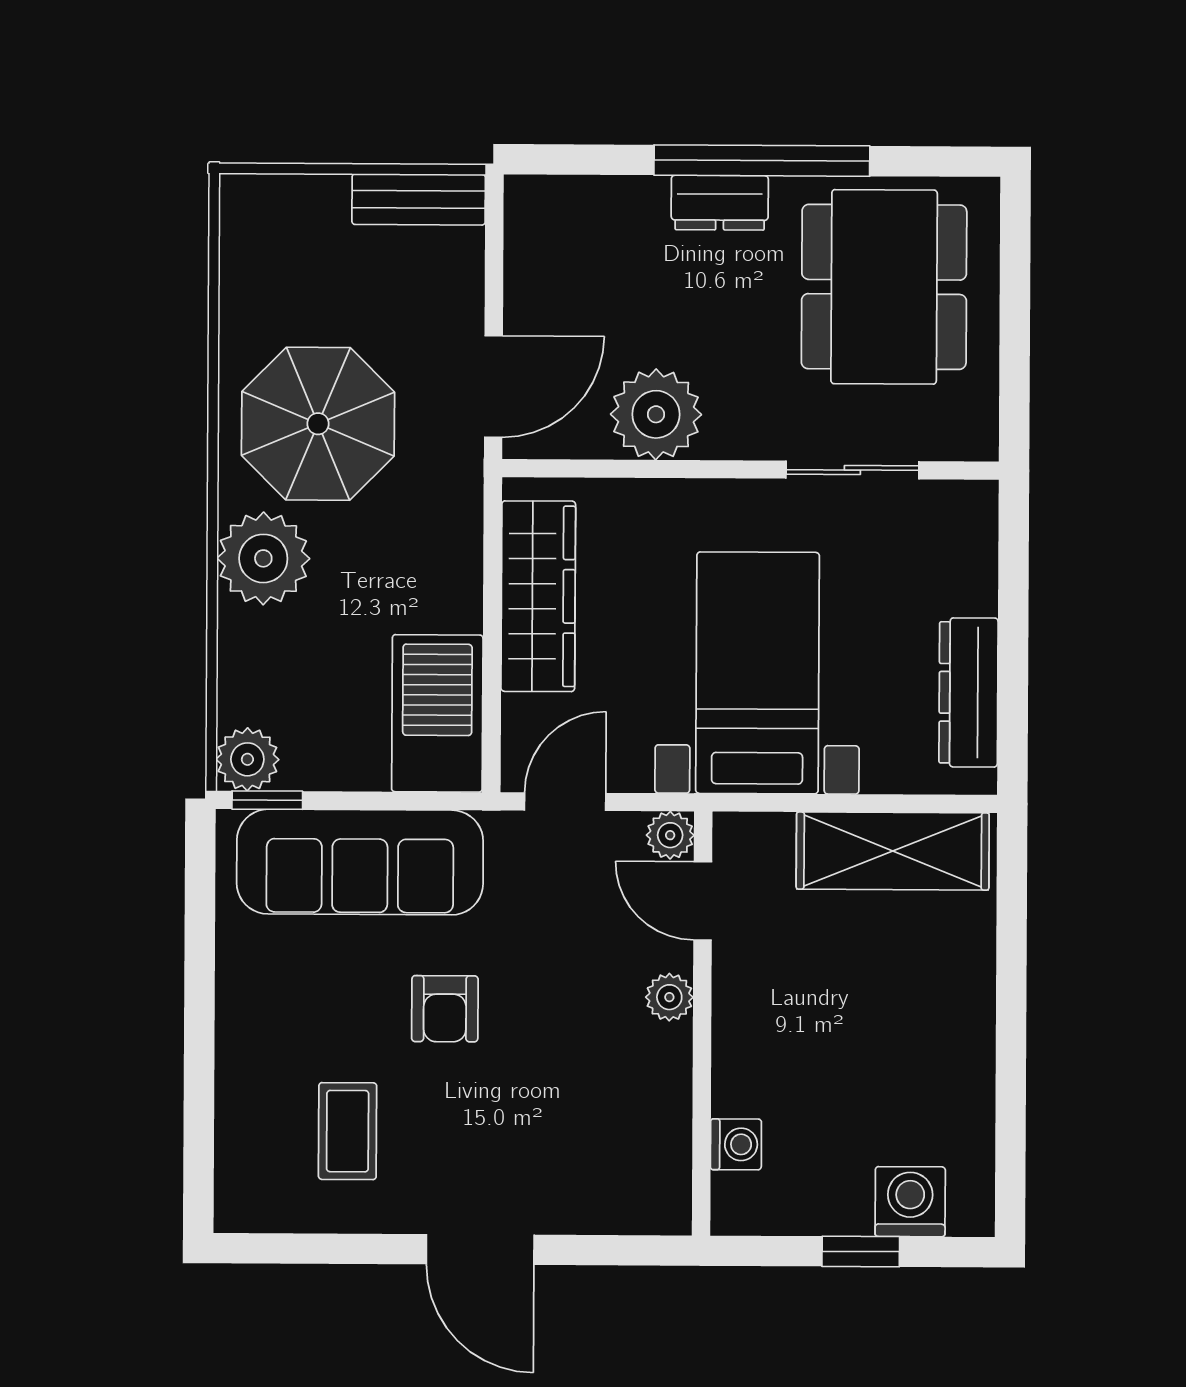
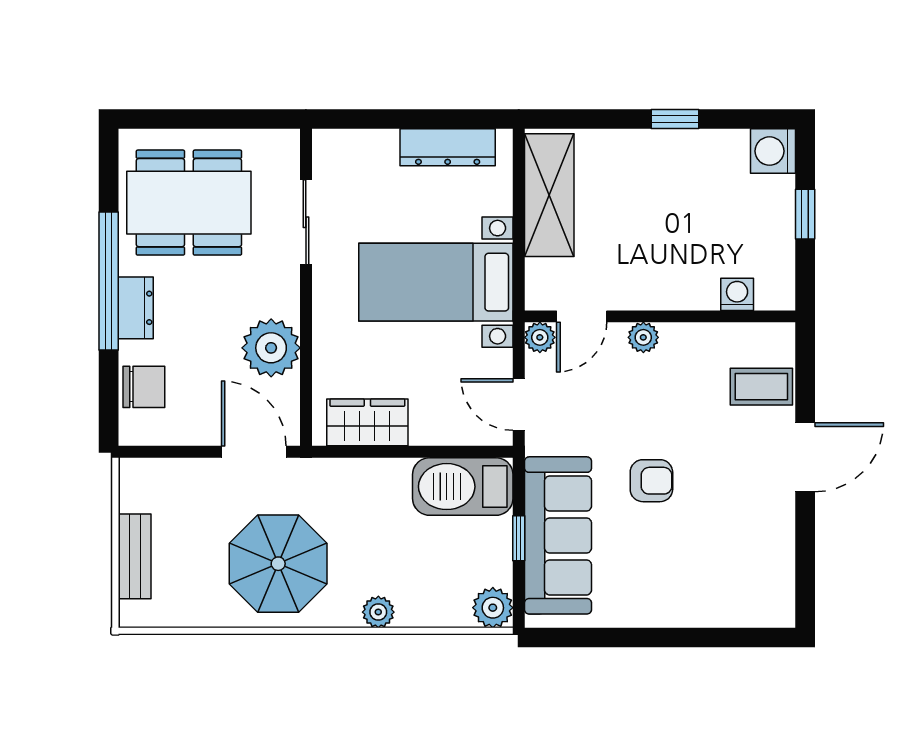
bench: (419, 199) -> (135, 556), moved
chair: (596, 215) -> (144, 387), added
plant: (263, 558) -> (378, 612), width x0.53, depth x0.53
wardrobe: (538, 596) -> (367, 422), width x0.67
window: (267, 800) -> (519, 538), moved
window: (1011, 1049) -> (675, 119), added
coffee table: (348, 1131) -> (761, 387), moved
washing machine: (910, 1202) -> (773, 151), moved

